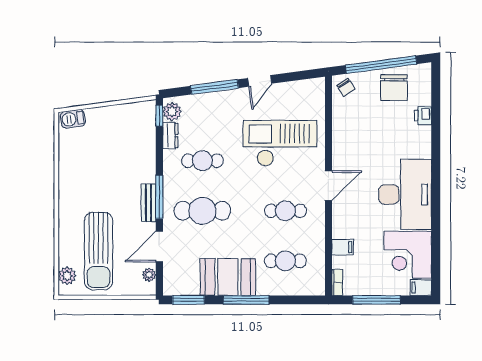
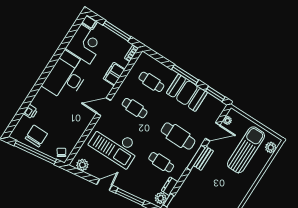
plant: (307, 89) -> (82, 165), added
filing cabinet: (343, 247) -> (114, 74), width x2.00

